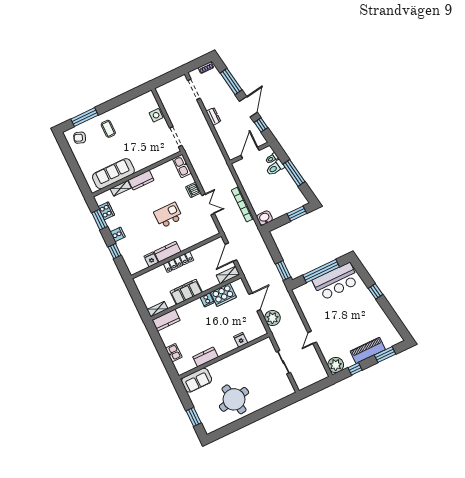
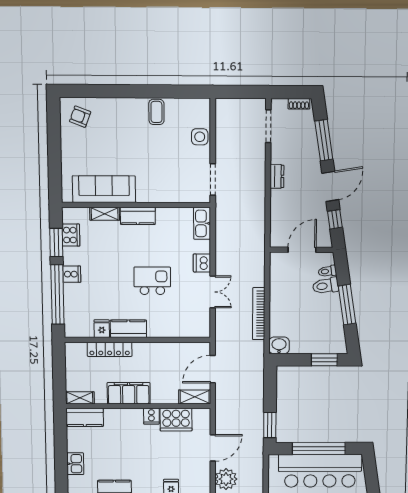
window: (85, 117) -> (100, 91), removed
coffee table: (108, 129) -> (156, 112), moved
window: (115, 251) -> (57, 295), width x3.17
locker: (179, 262) -> (110, 349), moved
bar counter: (336, 281) -> (320, 471), width x1.36

